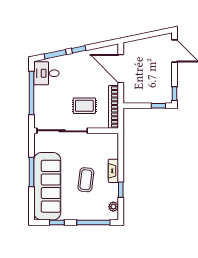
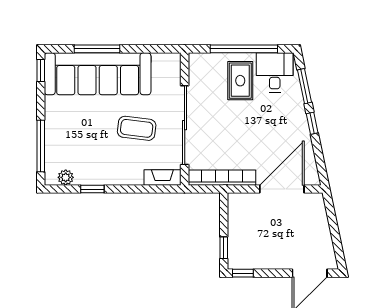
rug: (84, 106) -> (240, 81), moved
sliding door: (62, 131) -> (185, 125), moved
fireplace: (113, 171) -> (162, 177), moved
window: (31, 172) -> (97, 49), moved
coffee table: (86, 180) -> (137, 128), moved
window: (57, 223) -> (41, 70), moved

